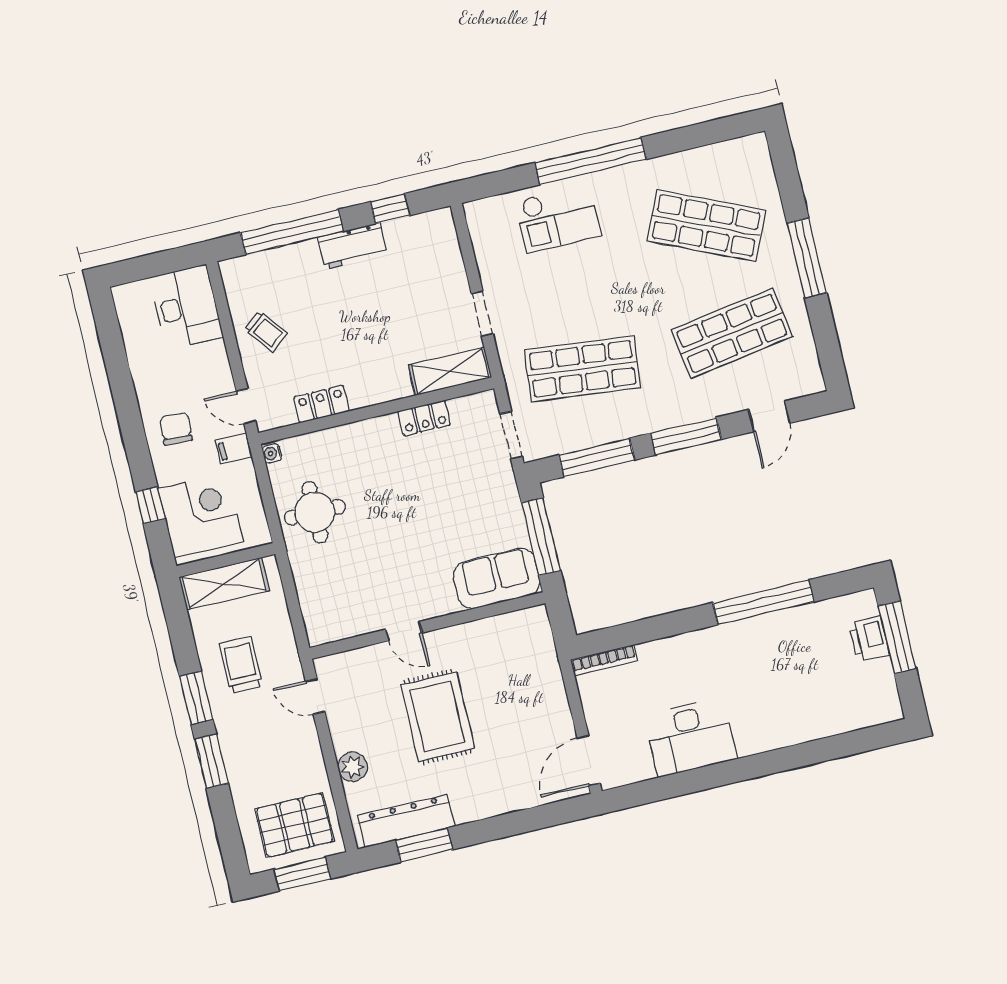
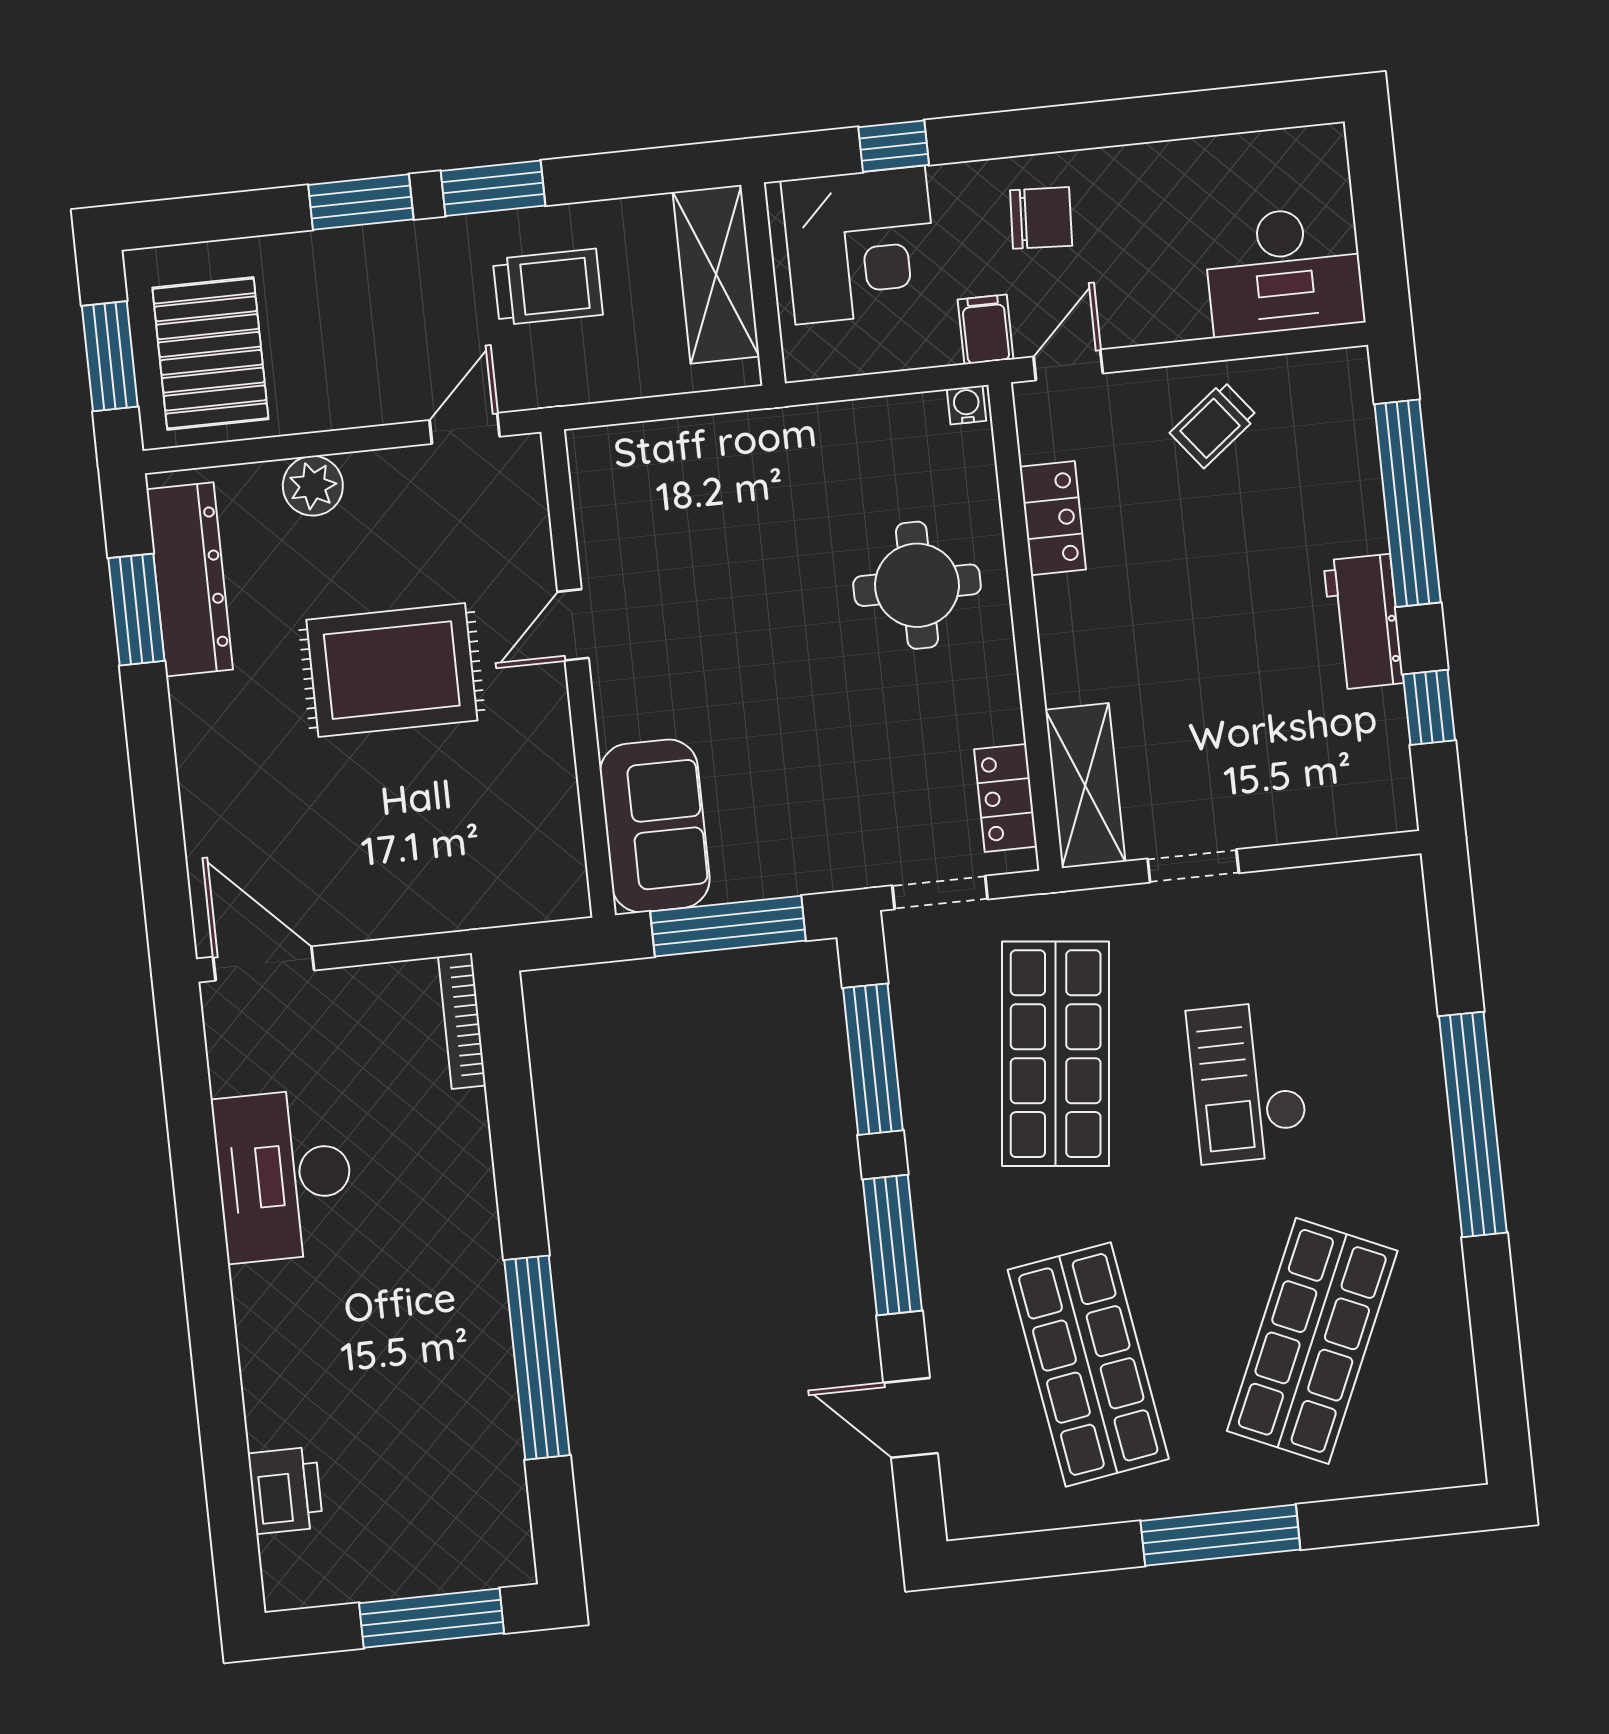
checkout: (558, 219) -> (1248, 1082), moved
locker: (424, 418) -> (1006, 798), moved
round table: (315, 512) -> (917, 585), moved
printer: (869, 639) -> (286, 1490), moved, turned 90

